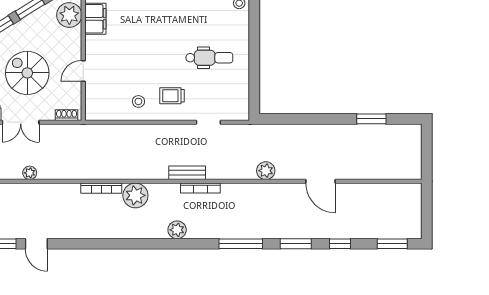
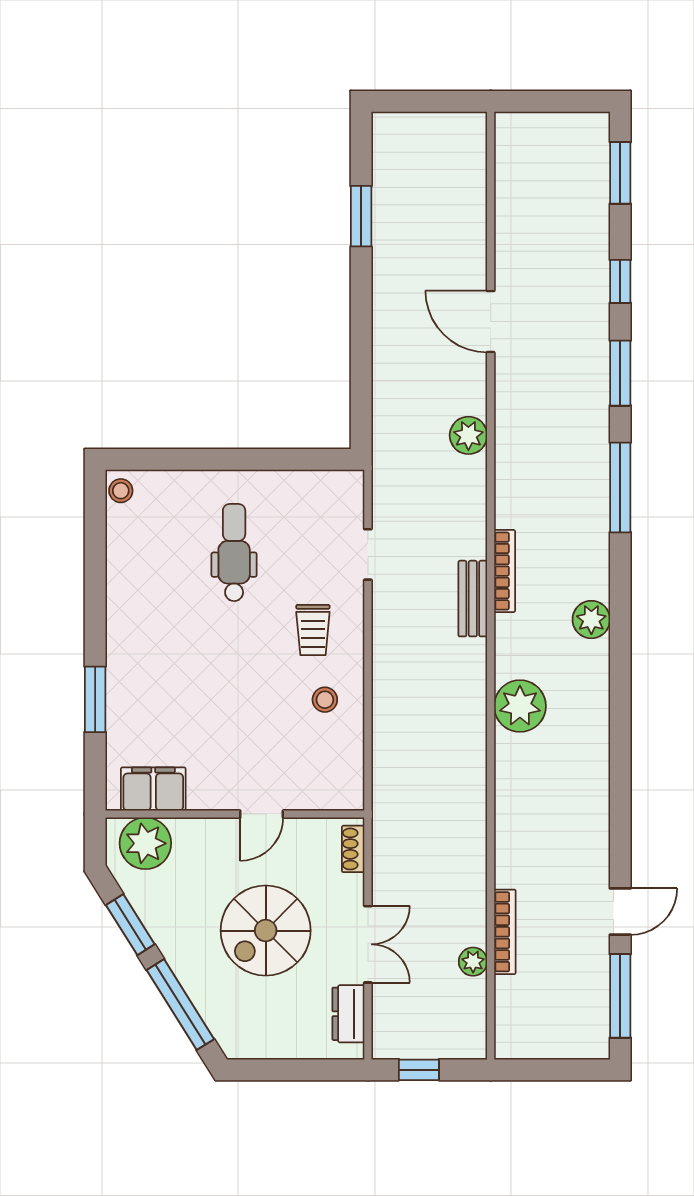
door: (83, 71) -> (262, 814), hinge flipped
plant: (30, 173) -> (473, 962), moved
door: (321, 181) -> (491, 322), swing flipped
bookcase: (101, 188) -> (505, 932), moved

